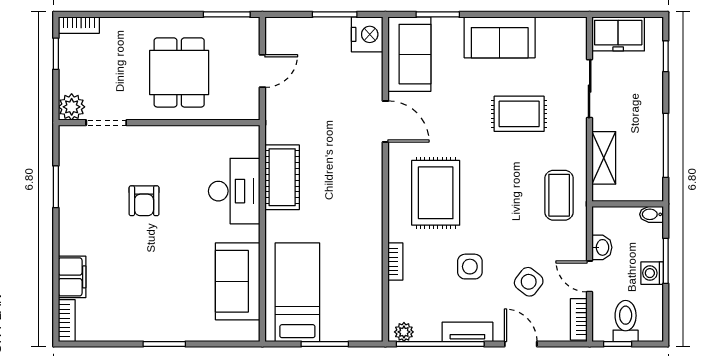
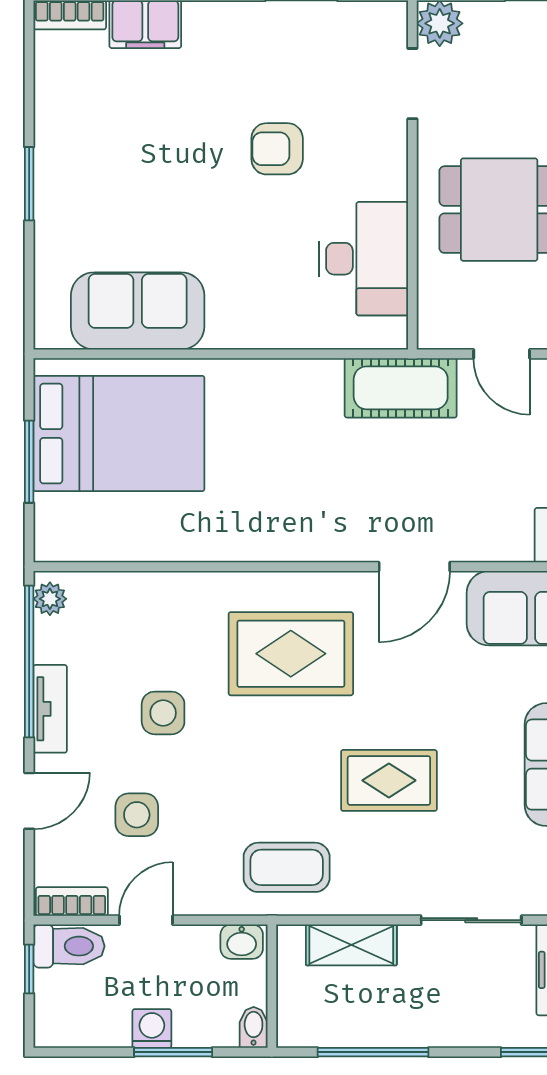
rug: (519, 114) -> (389, 780), moved, turned 90
cot: (282, 177) -> (401, 388), moved
desk: (234, 191) -> (364, 259), moved, turned -90
washbasin: (602, 247) -> (242, 942), moved
bookcase: (395, 262) -> (172, 584), removed
side table: (529, 282) -> (137, 815), turned -38
bed: (297, 292) -> (119, 434), width x1.50
toilet: (626, 321) -> (69, 946), moved

